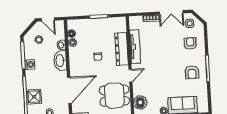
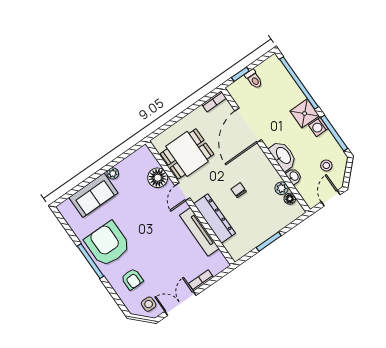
door: (48, 19) -> (331, 198), hinge flipped
armchair: (192, 72) -> (107, 244), width x1.88, depth x1.88
shower: (34, 97) -> (305, 113), moved
floor lamp: (140, 102) -> (158, 178), moved

